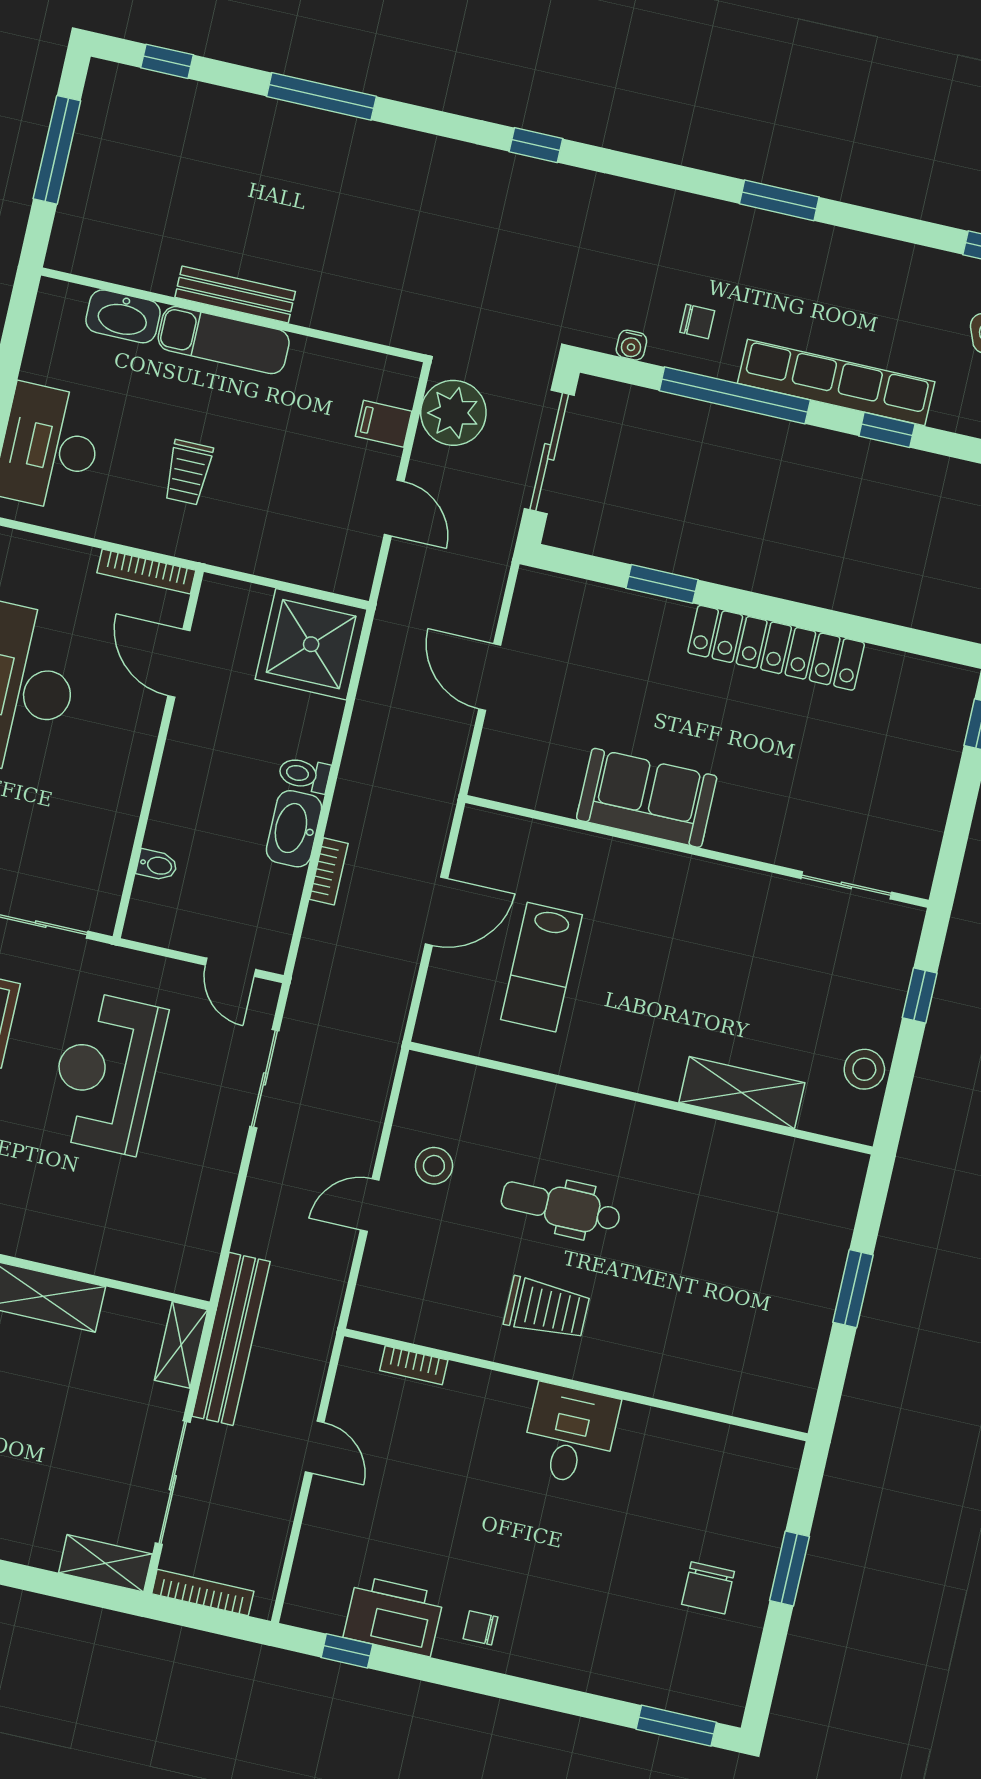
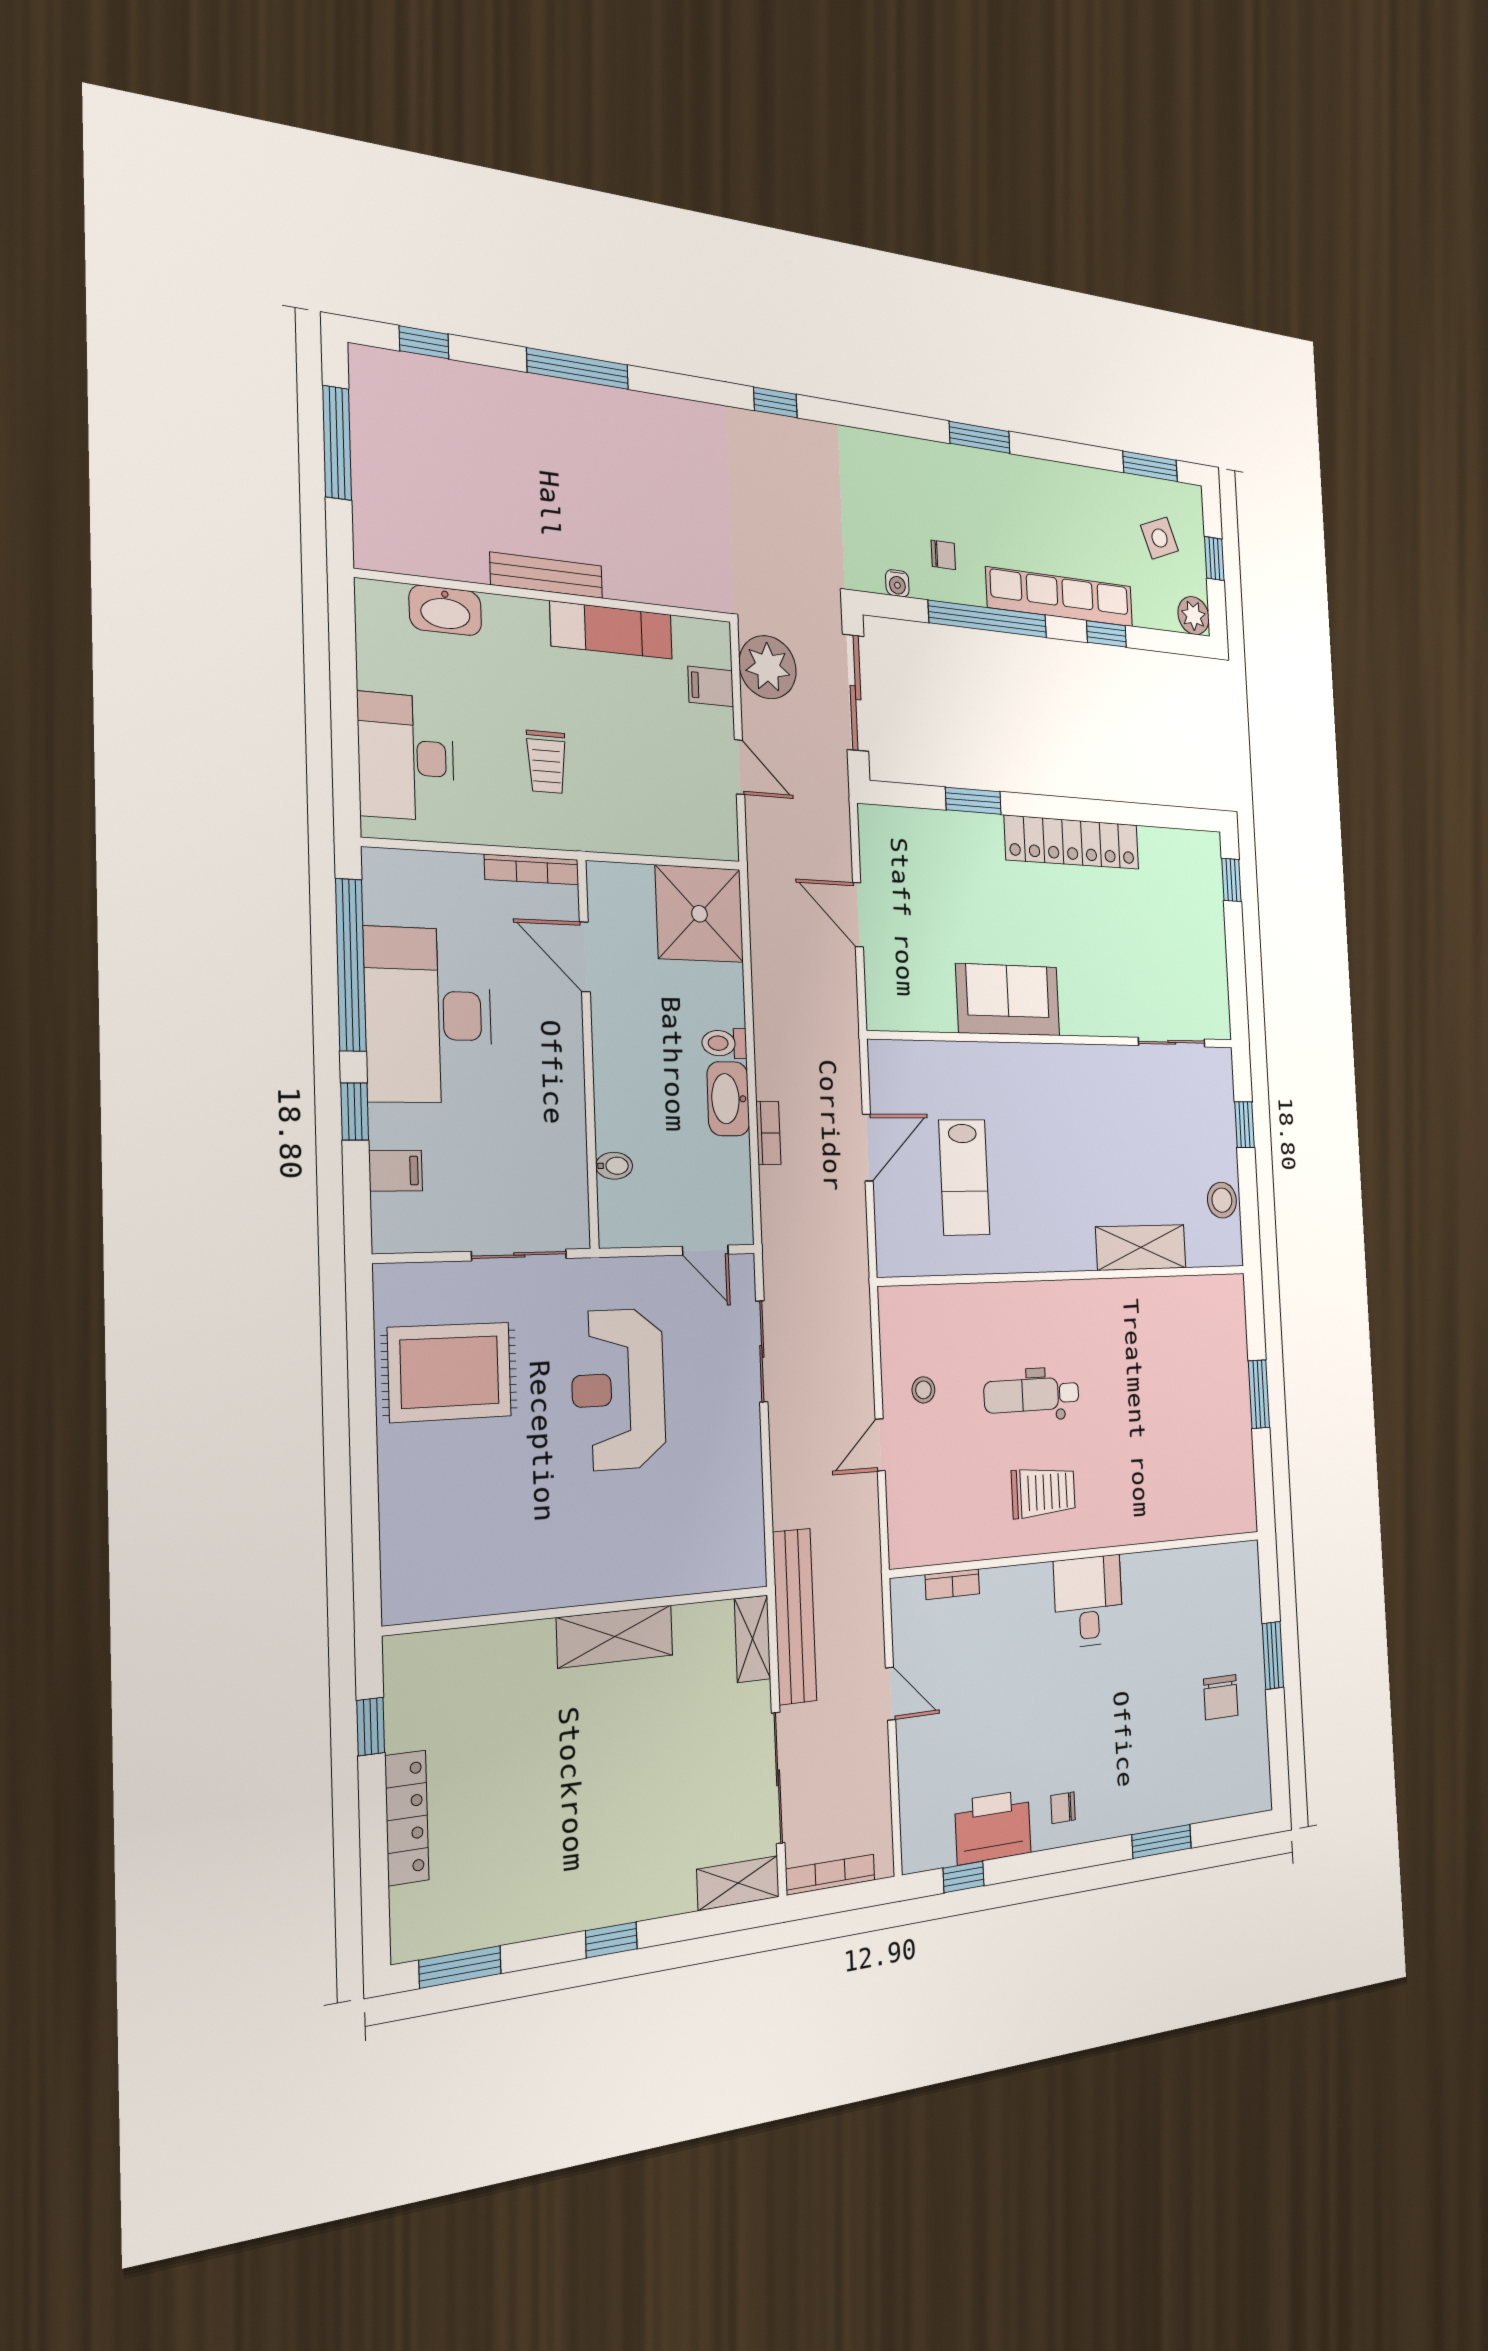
exam couch: (224, 340) -> (612, 630), moved
stool: (434, 1166) -> (923, 1390), width x0.73, depth x0.73
window: (676, 1726) -> (1162, 1841), moved

